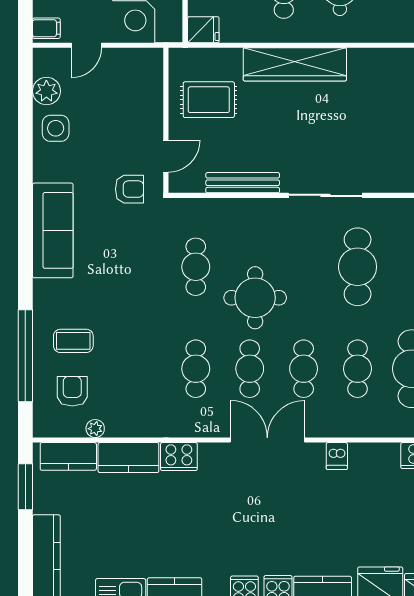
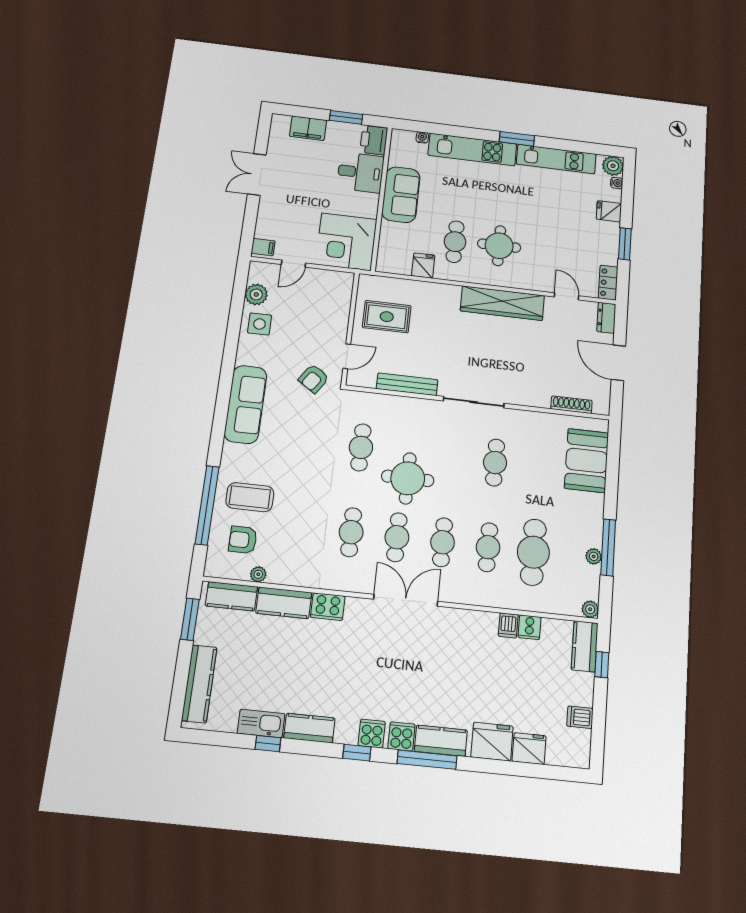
fridge: (203, 30) -> (423, 266), moved, turned -90
wardrobe: (295, 64) -> (502, 303), moved
armchair: (129, 189) -> (314, 379), turned 124
cafe table: (358, 267) -> (495, 463), width x0.73, depth x0.74
coffee table: (73, 341) -> (250, 497), width x1.36, depth x1.30
armchair: (72, 391) -> (243, 540), turned -90
dishwasher: (337, 456) -> (508, 625), moved

